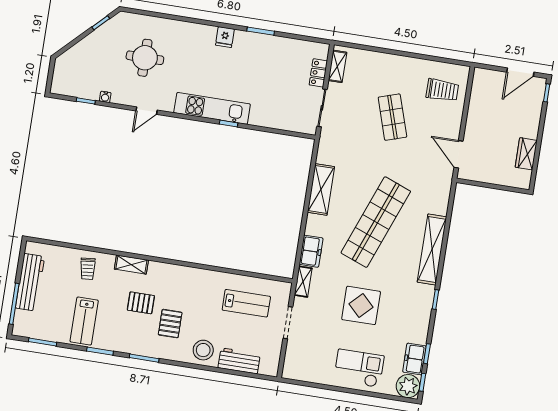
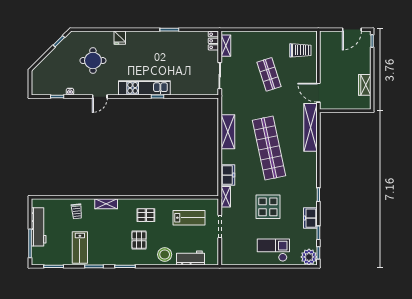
fridge: (225, 37) -> (120, 38), moved
locker: (318, 73) -> (213, 41), moved
shop shelf: (376, 222) -> (269, 148), turned -33
shelving: (432, 249) -> (310, 127), moved
pallet: (141, 303) -> (146, 215), moved
freezer: (414, 359) -> (310, 218), moved

